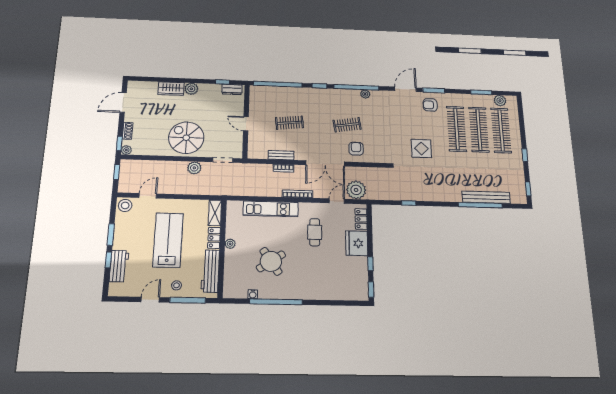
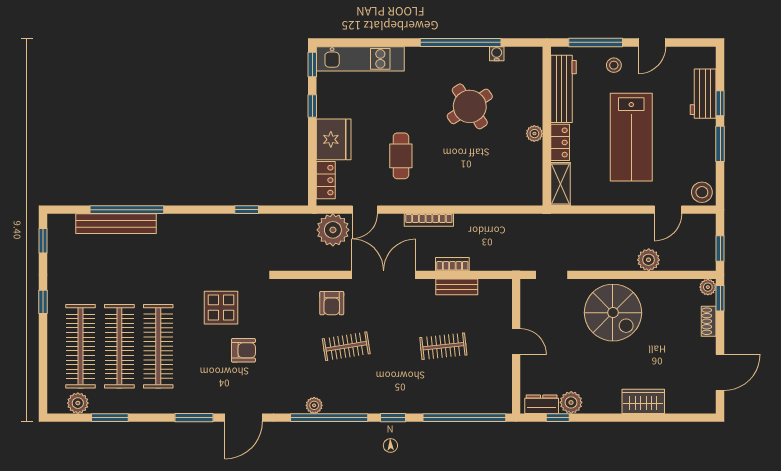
plant: (191, 89) -> (571, 402), moved
armchair: (430, 105) -> (243, 350), moved
plant: (194, 168) -> (649, 260), moved
kitchen unit: (271, 209) -> (360, 59), moved, turned 180

